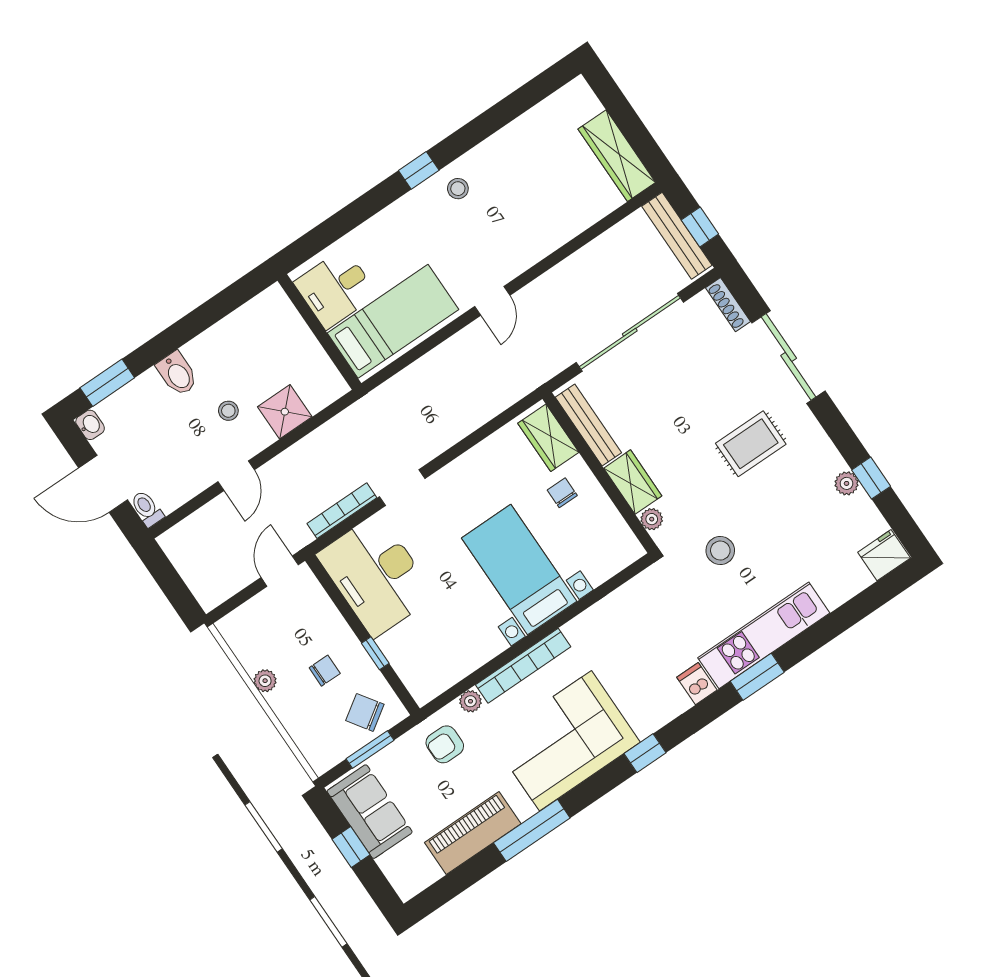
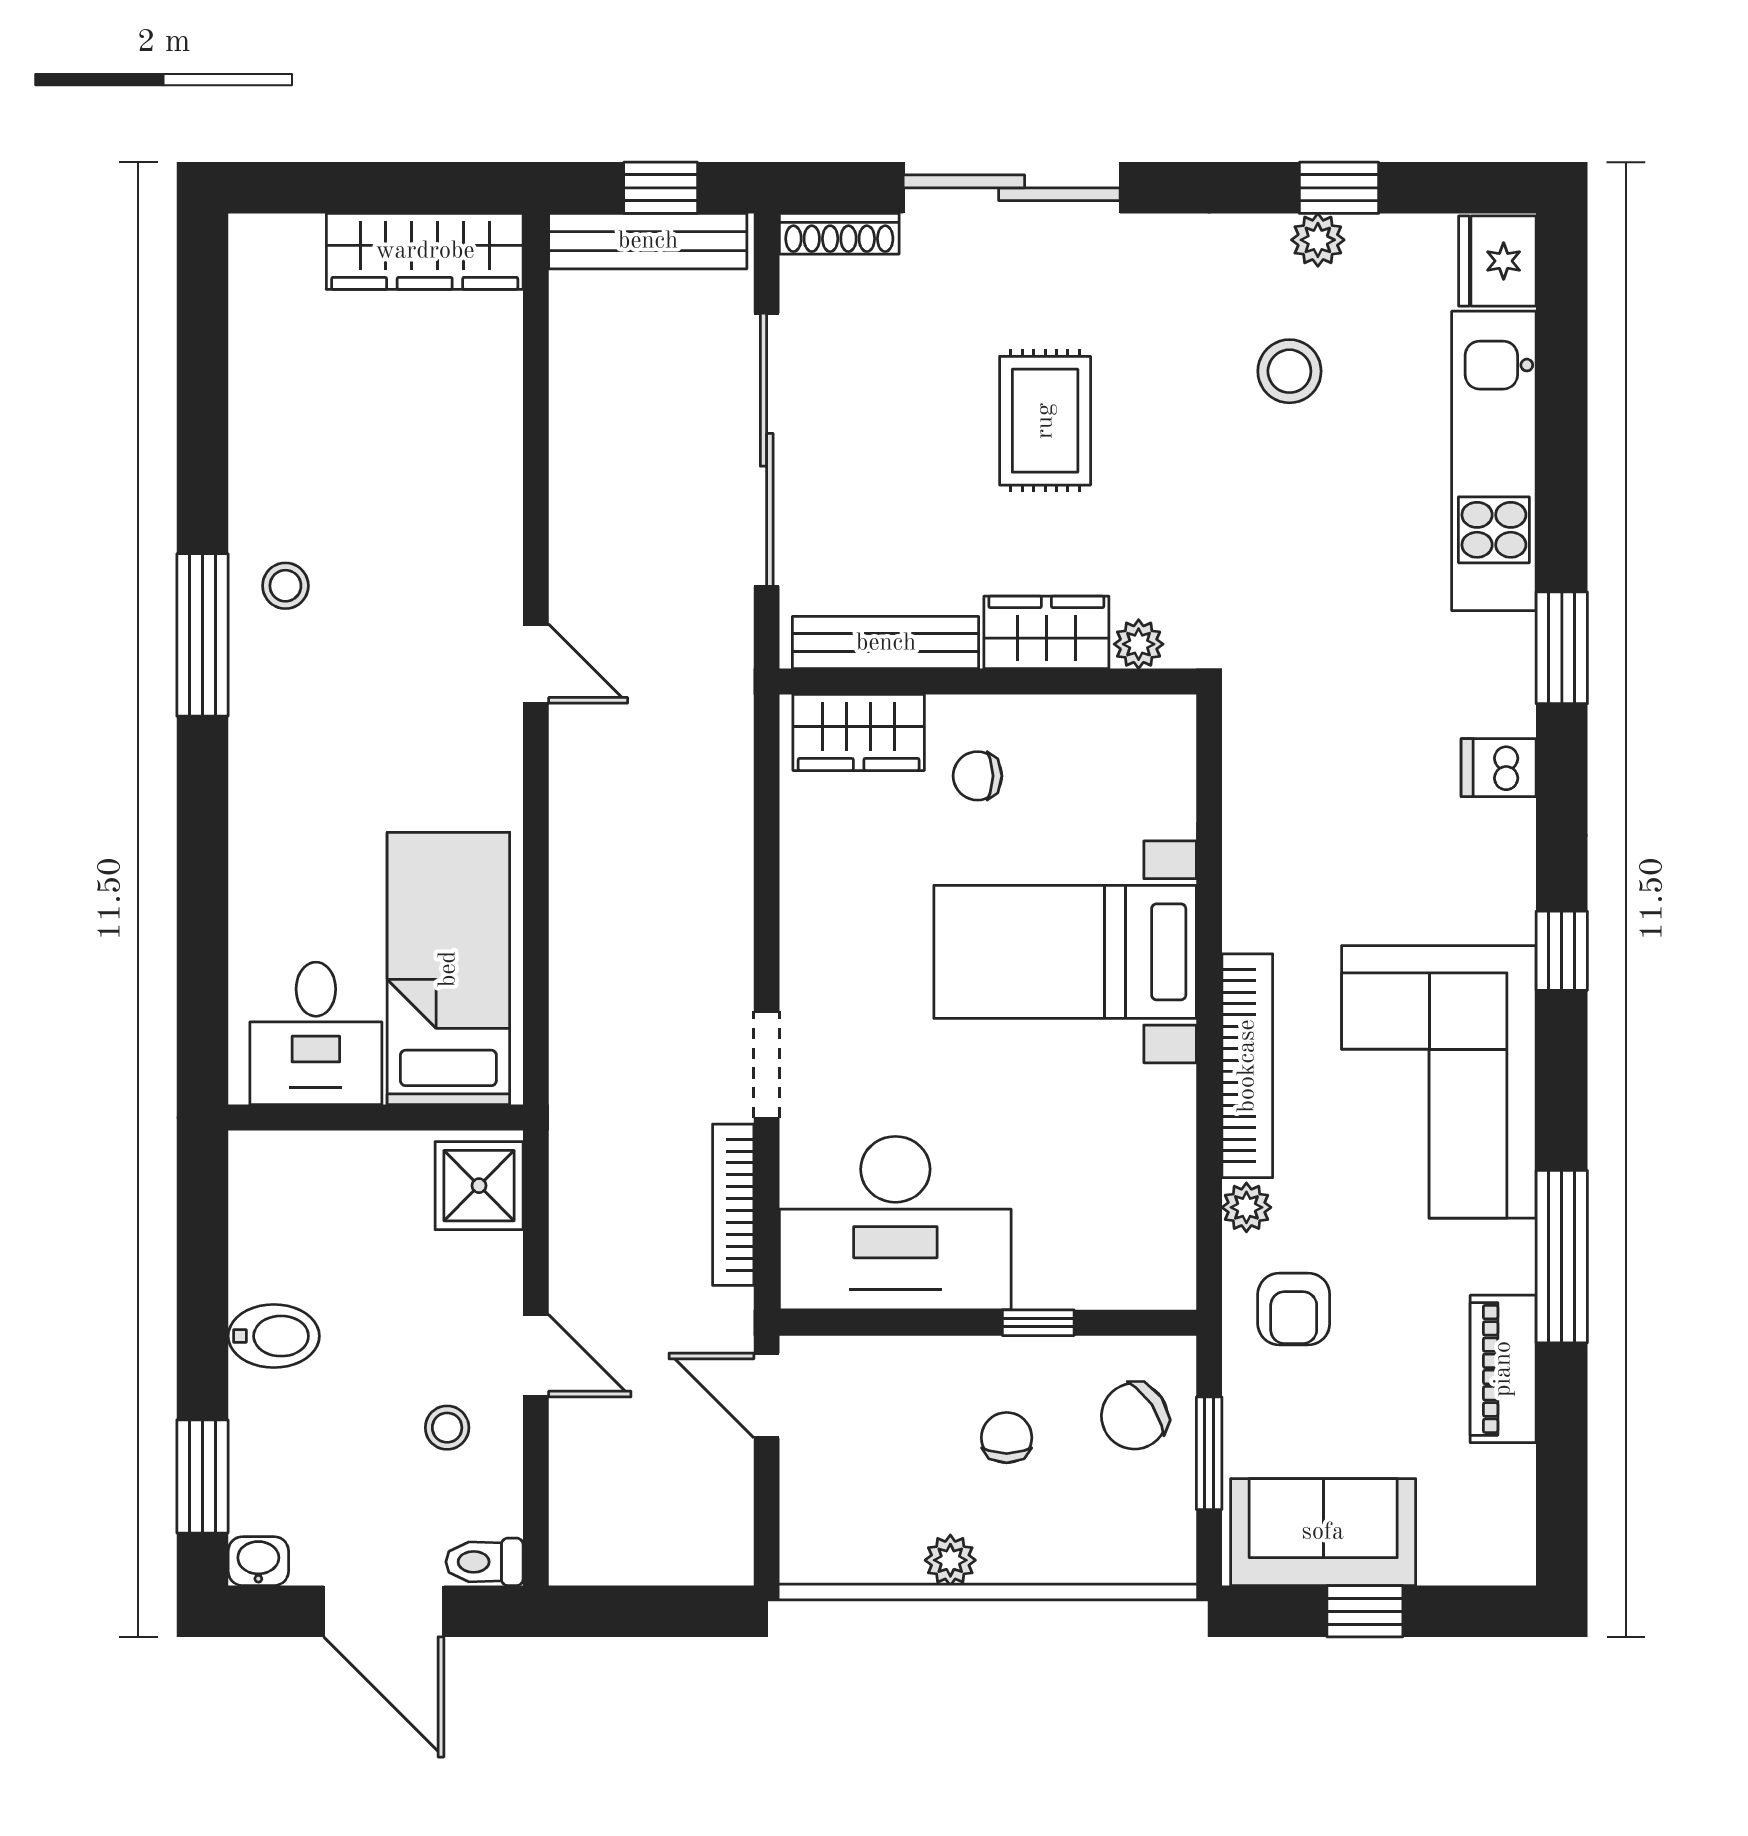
window: (419, 170) -> (202, 635), width x2.17
desk: (336, 289) -> (316, 1033), moved
bed: (393, 321) -> (448, 969), moved
wall: (319, 332) -> (376, 1118), moved
stool: (228, 411) -> (447, 1428), moved
rug: (751, 444) -> (1045, 421), moved
door: (103, 484) -> (384, 1611), hinge flipped
stool: (720, 551) -> (1289, 371), moved
kitchen unit: (764, 635) -> (1494, 461), moved
piano: (473, 833) -> (1503, 1369), width x0.73, depth x0.75

